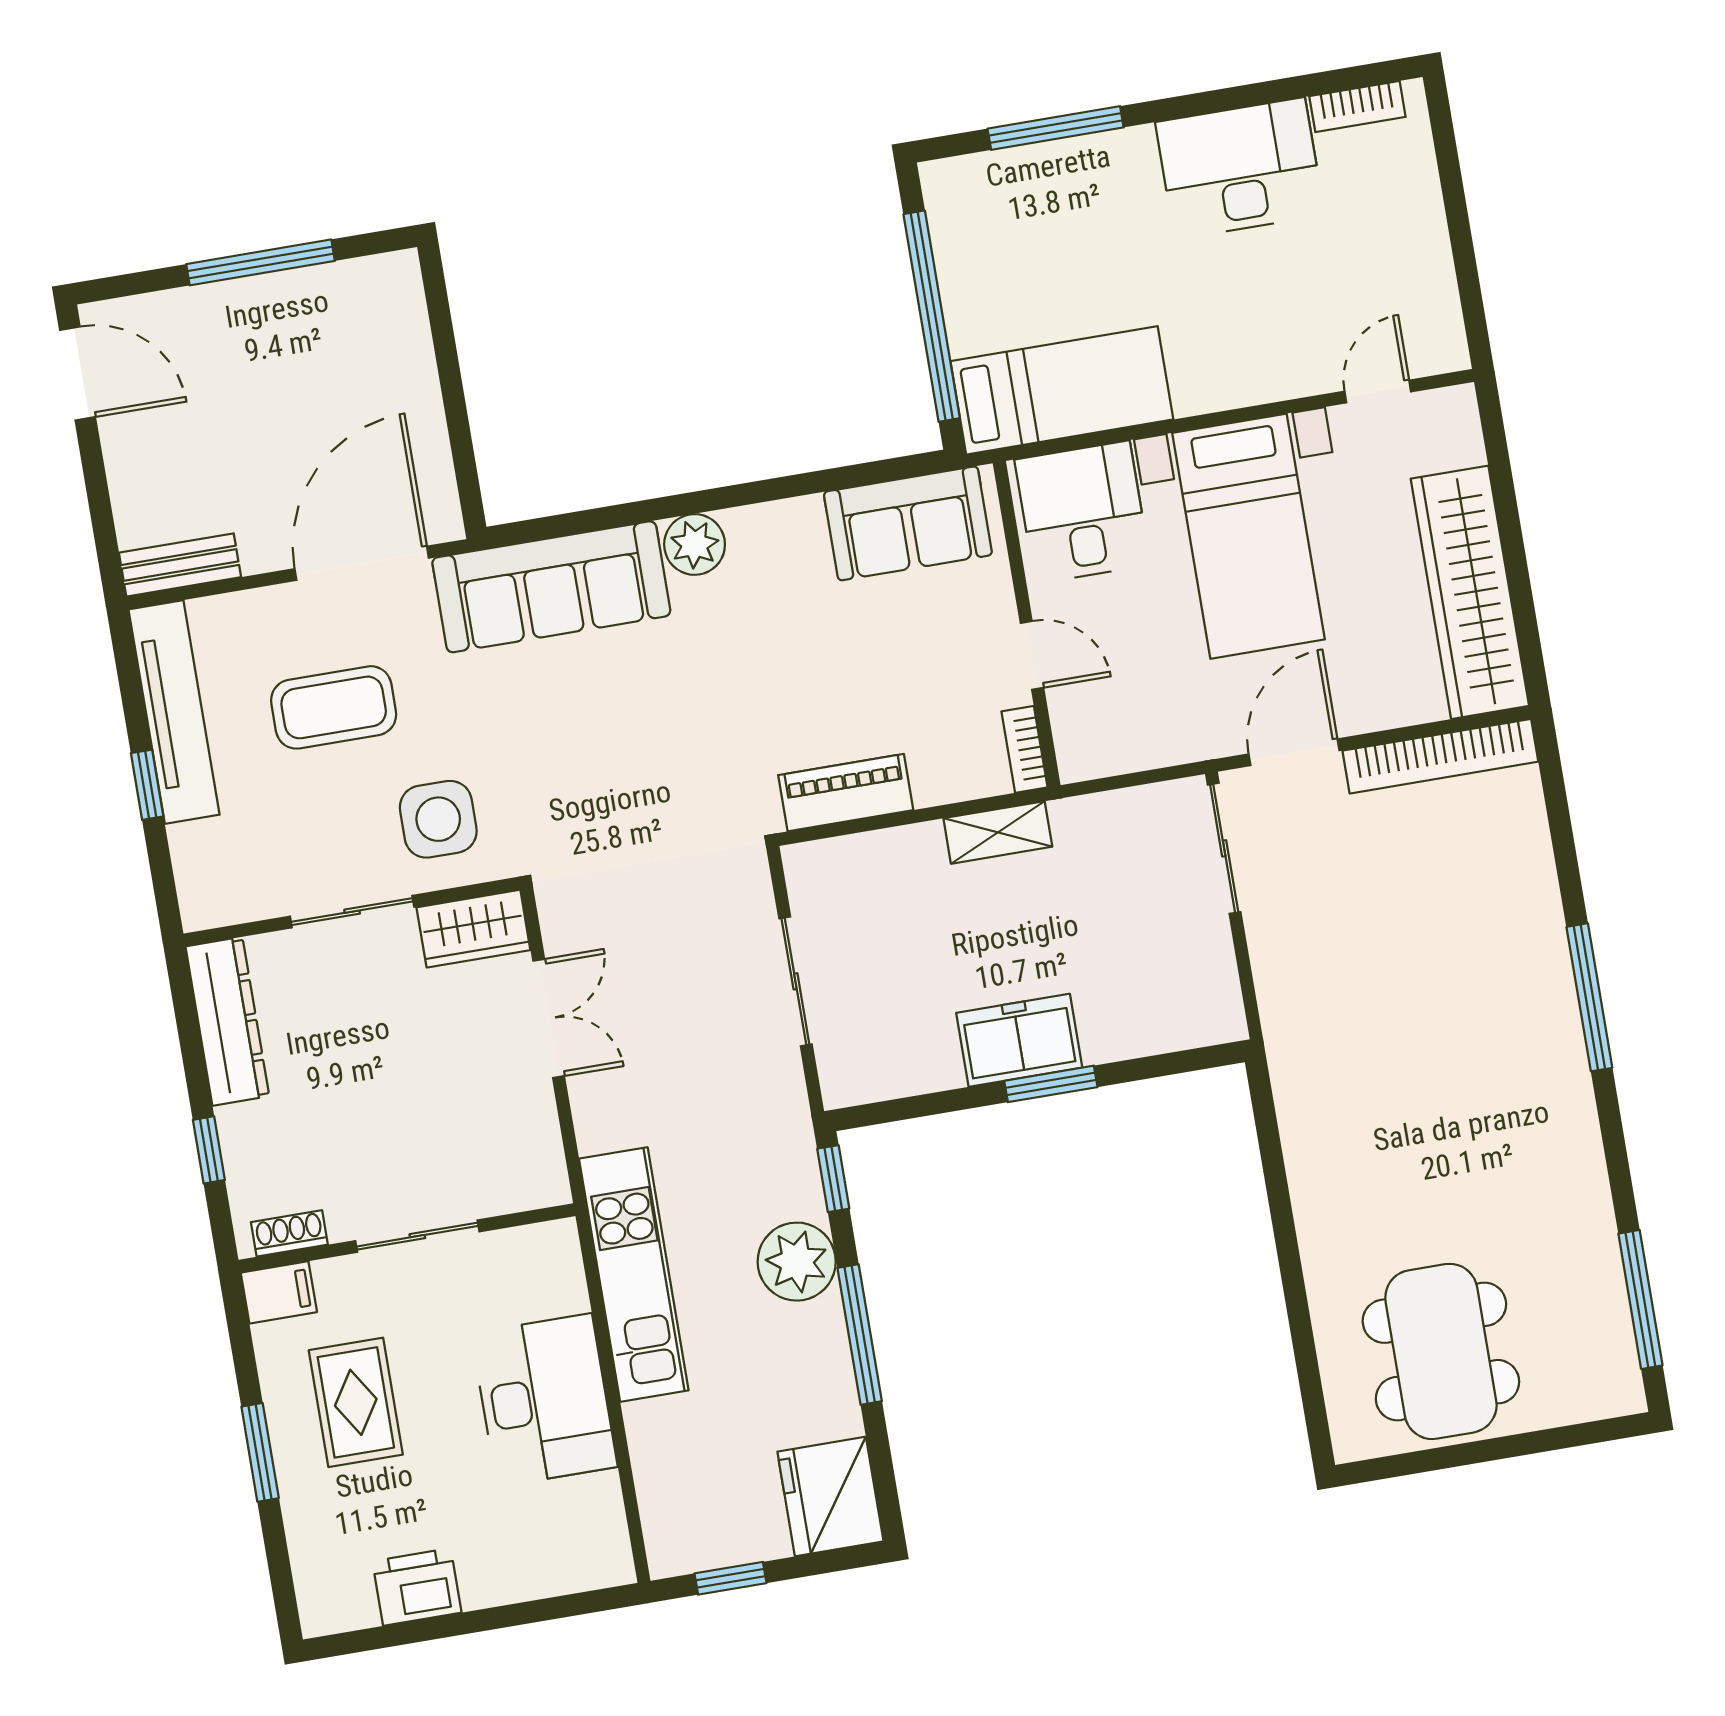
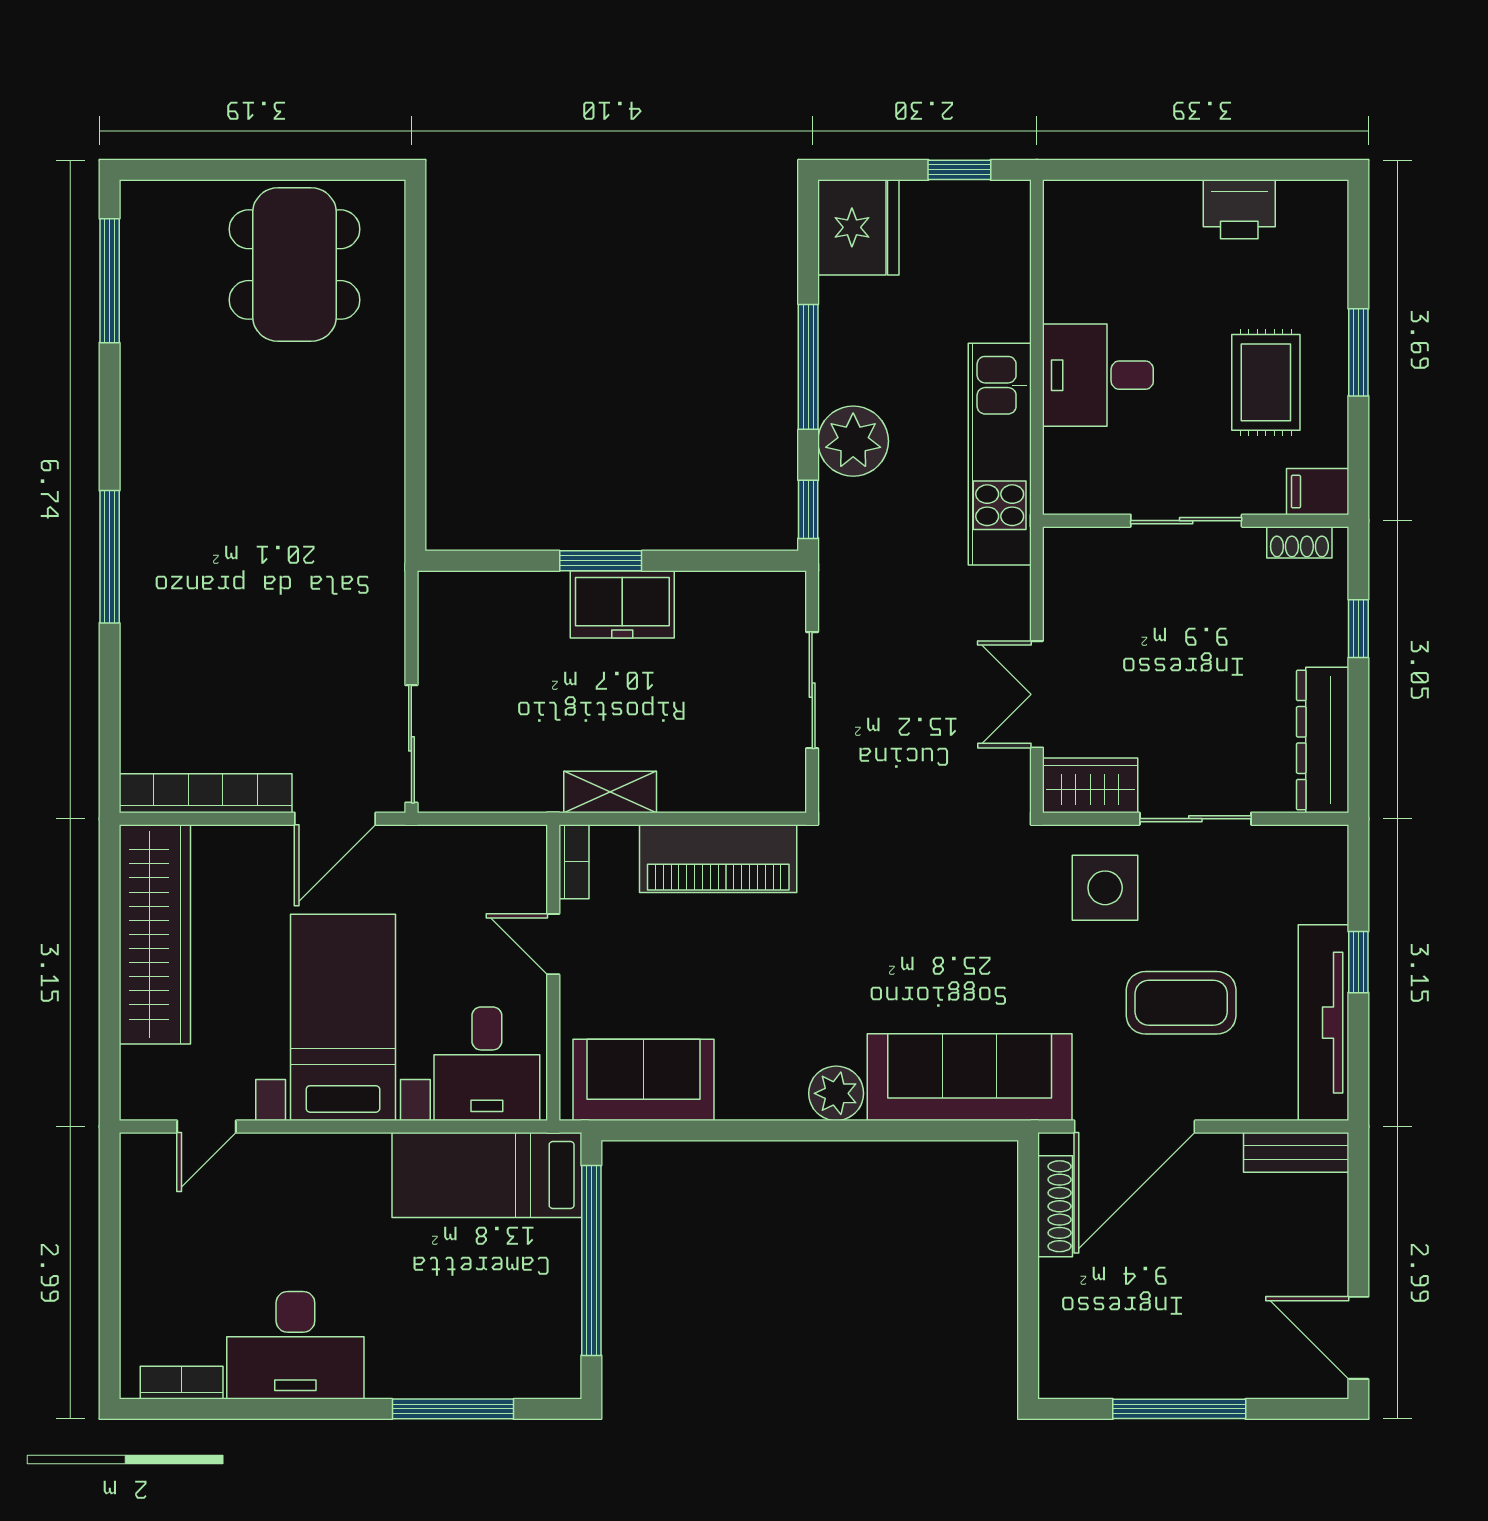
shoe rack: (434, 461) -> (1055, 1206), added
piano: (846, 793) -> (718, 859), width x1.37, depth x1.33
desk: (544, 1400) -> (1098, 375), width x0.73

